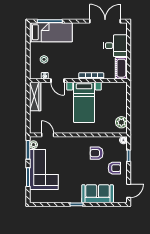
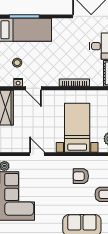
bed with nightstands: (84, 102) -> (77, 128), moved, turned 180
door: (48, 135) -> (37, 154), moved

